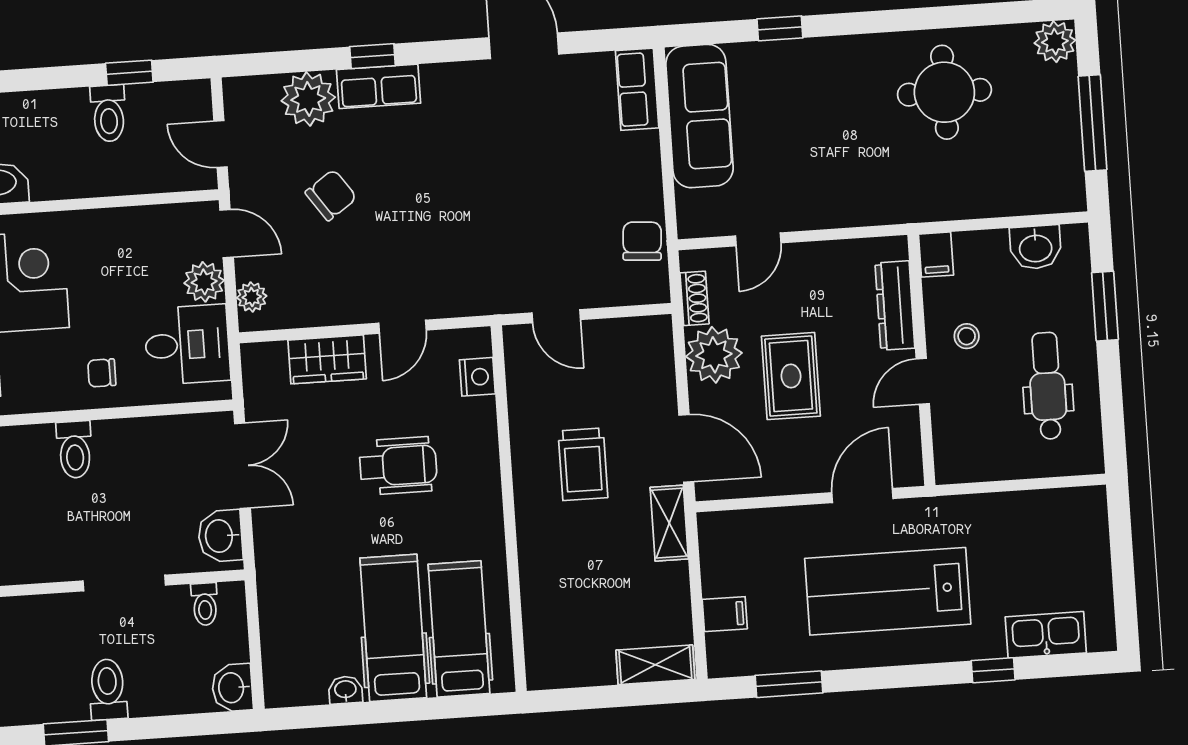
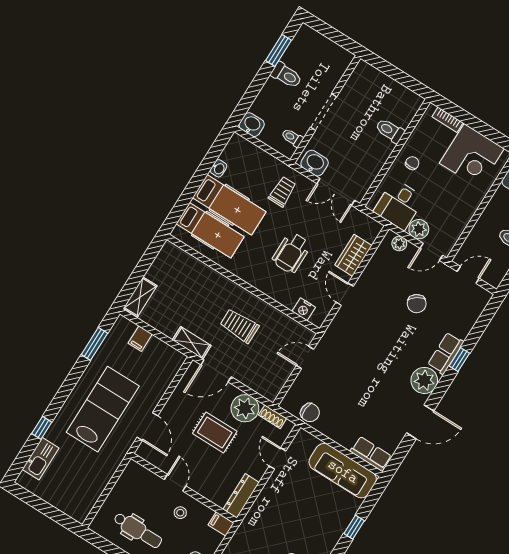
plant: (308, 99) -> (424, 380), moved
dresser: (895, 306) -> (241, 496), moved, turned -90
trolley: (307, 555) -> (282, 192), added

